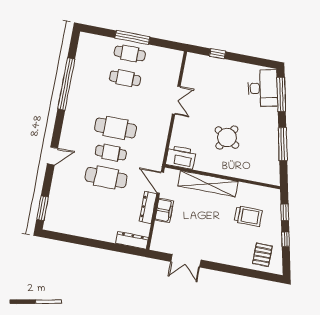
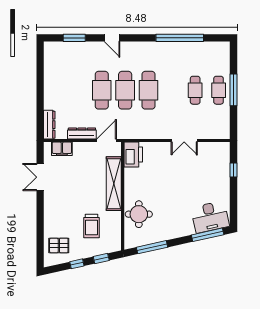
round table: (227, 138) -> (139, 214), moved, turned -31
window: (283, 144) -> (152, 247), moved
cafe table: (111, 153) -> (125, 90), width x1.37, depth x1.35
window: (43, 208) -> (74, 38), moved
filing cabinet: (164, 211) -> (62, 149), moved

